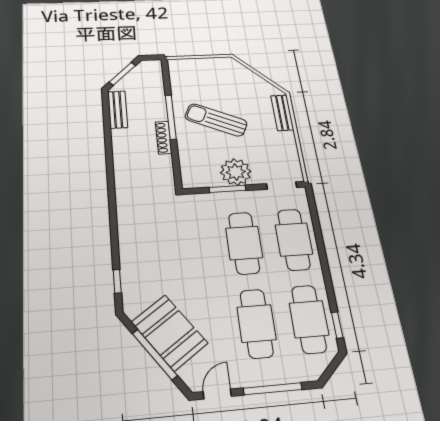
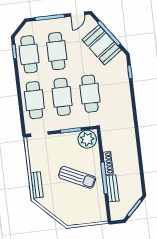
bench: (118, 109) -> (112, 188), moved
plant: (236, 172) -> (87, 139), moved
cafe table: (194, 246) -> (90, 94), added

